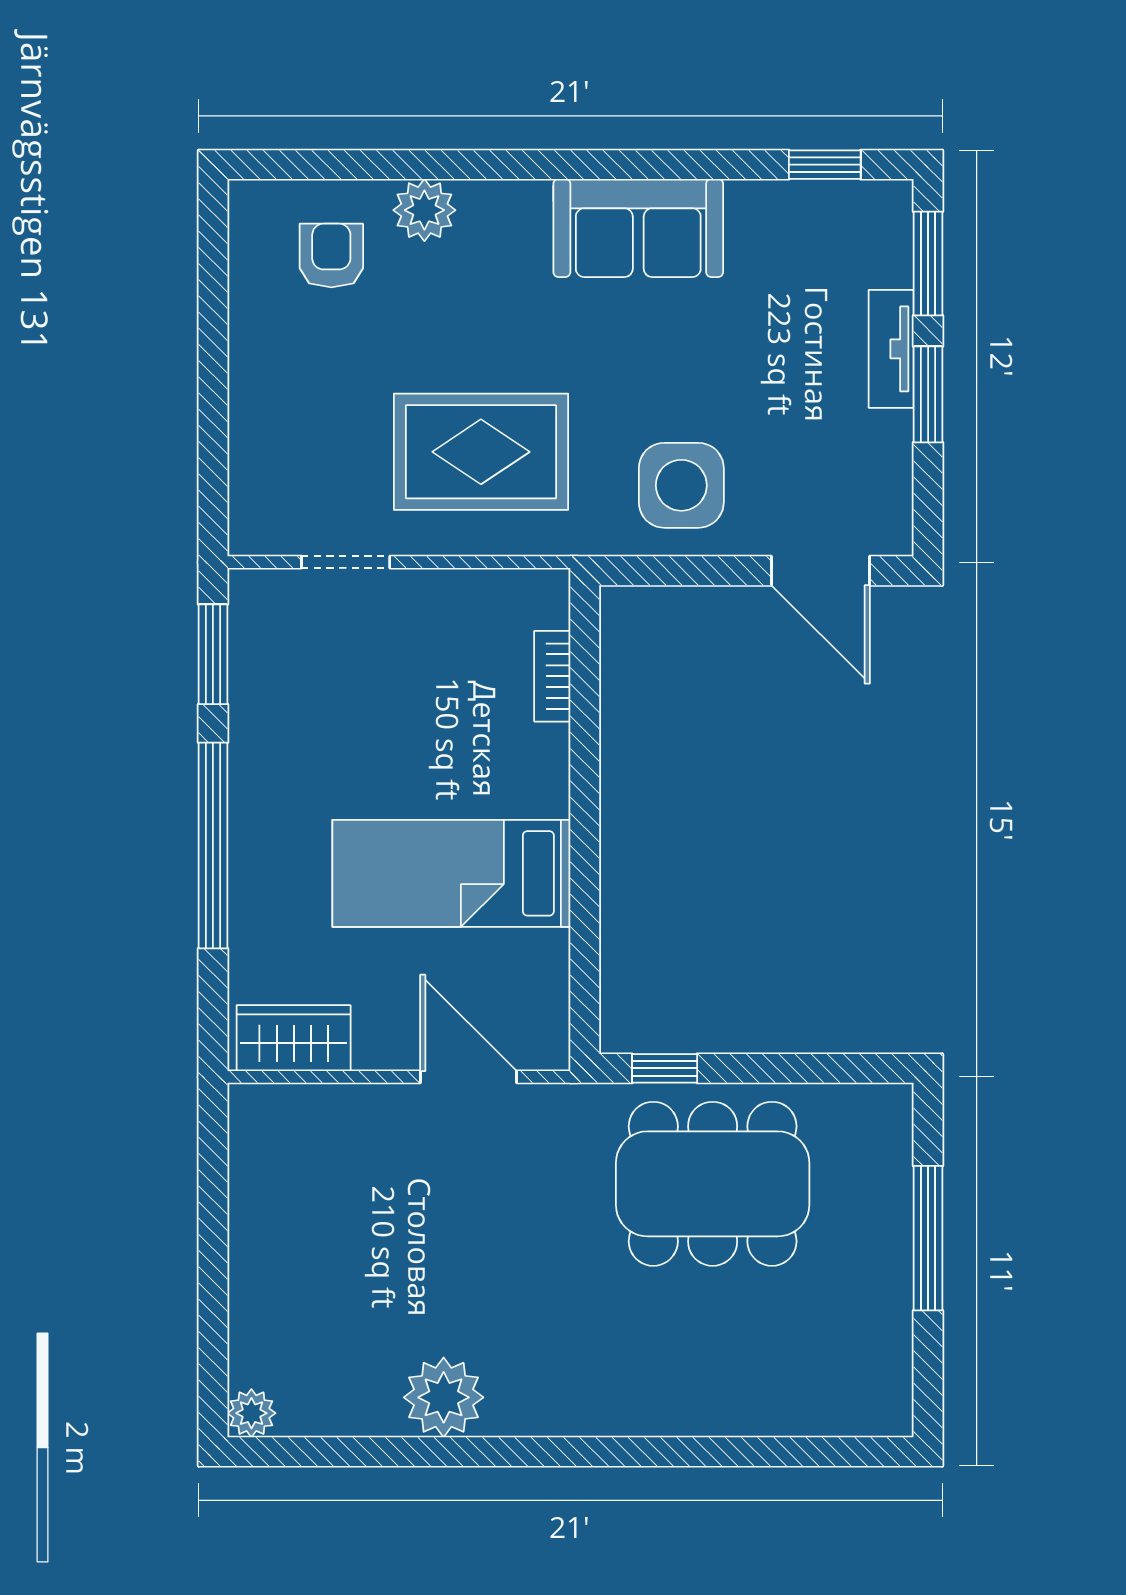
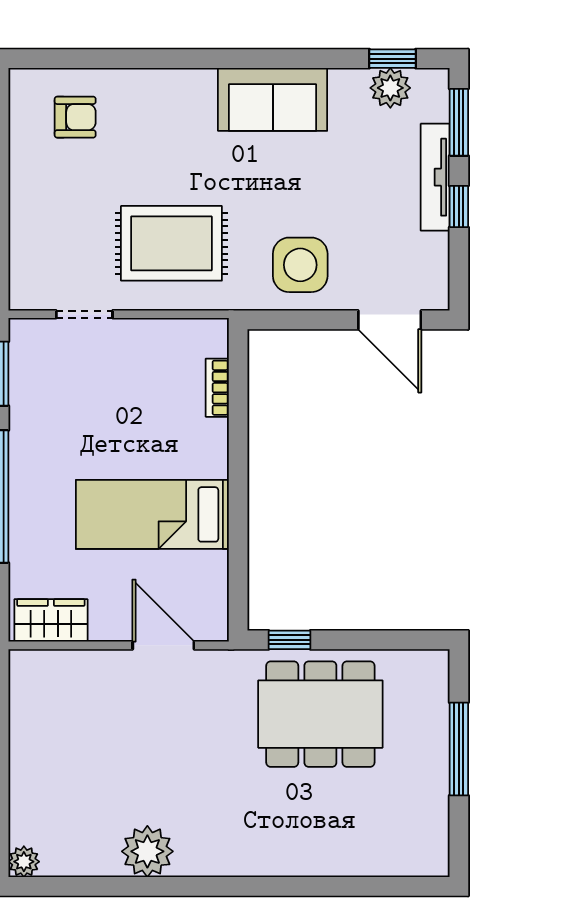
plant: (424, 210) -> (390, 88), moved
armchair: (331, 255) -> (75, 117), turned 90
tv unit: (891, 349) -> (435, 177), width x1.41
window: (928, 394) -> (459, 206), width x0.67

